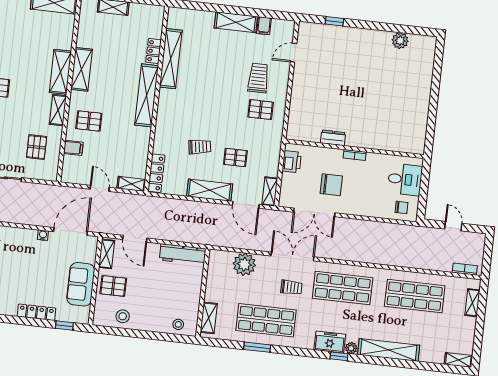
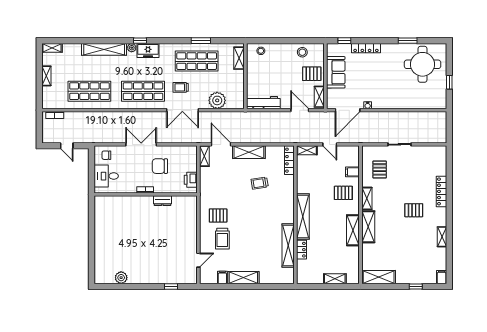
pallet: (235, 157) -> (233, 178), removed
double door: (314, 212) -> (141, 144), moved
shelving: (472, 303) -> (46, 76), moved

